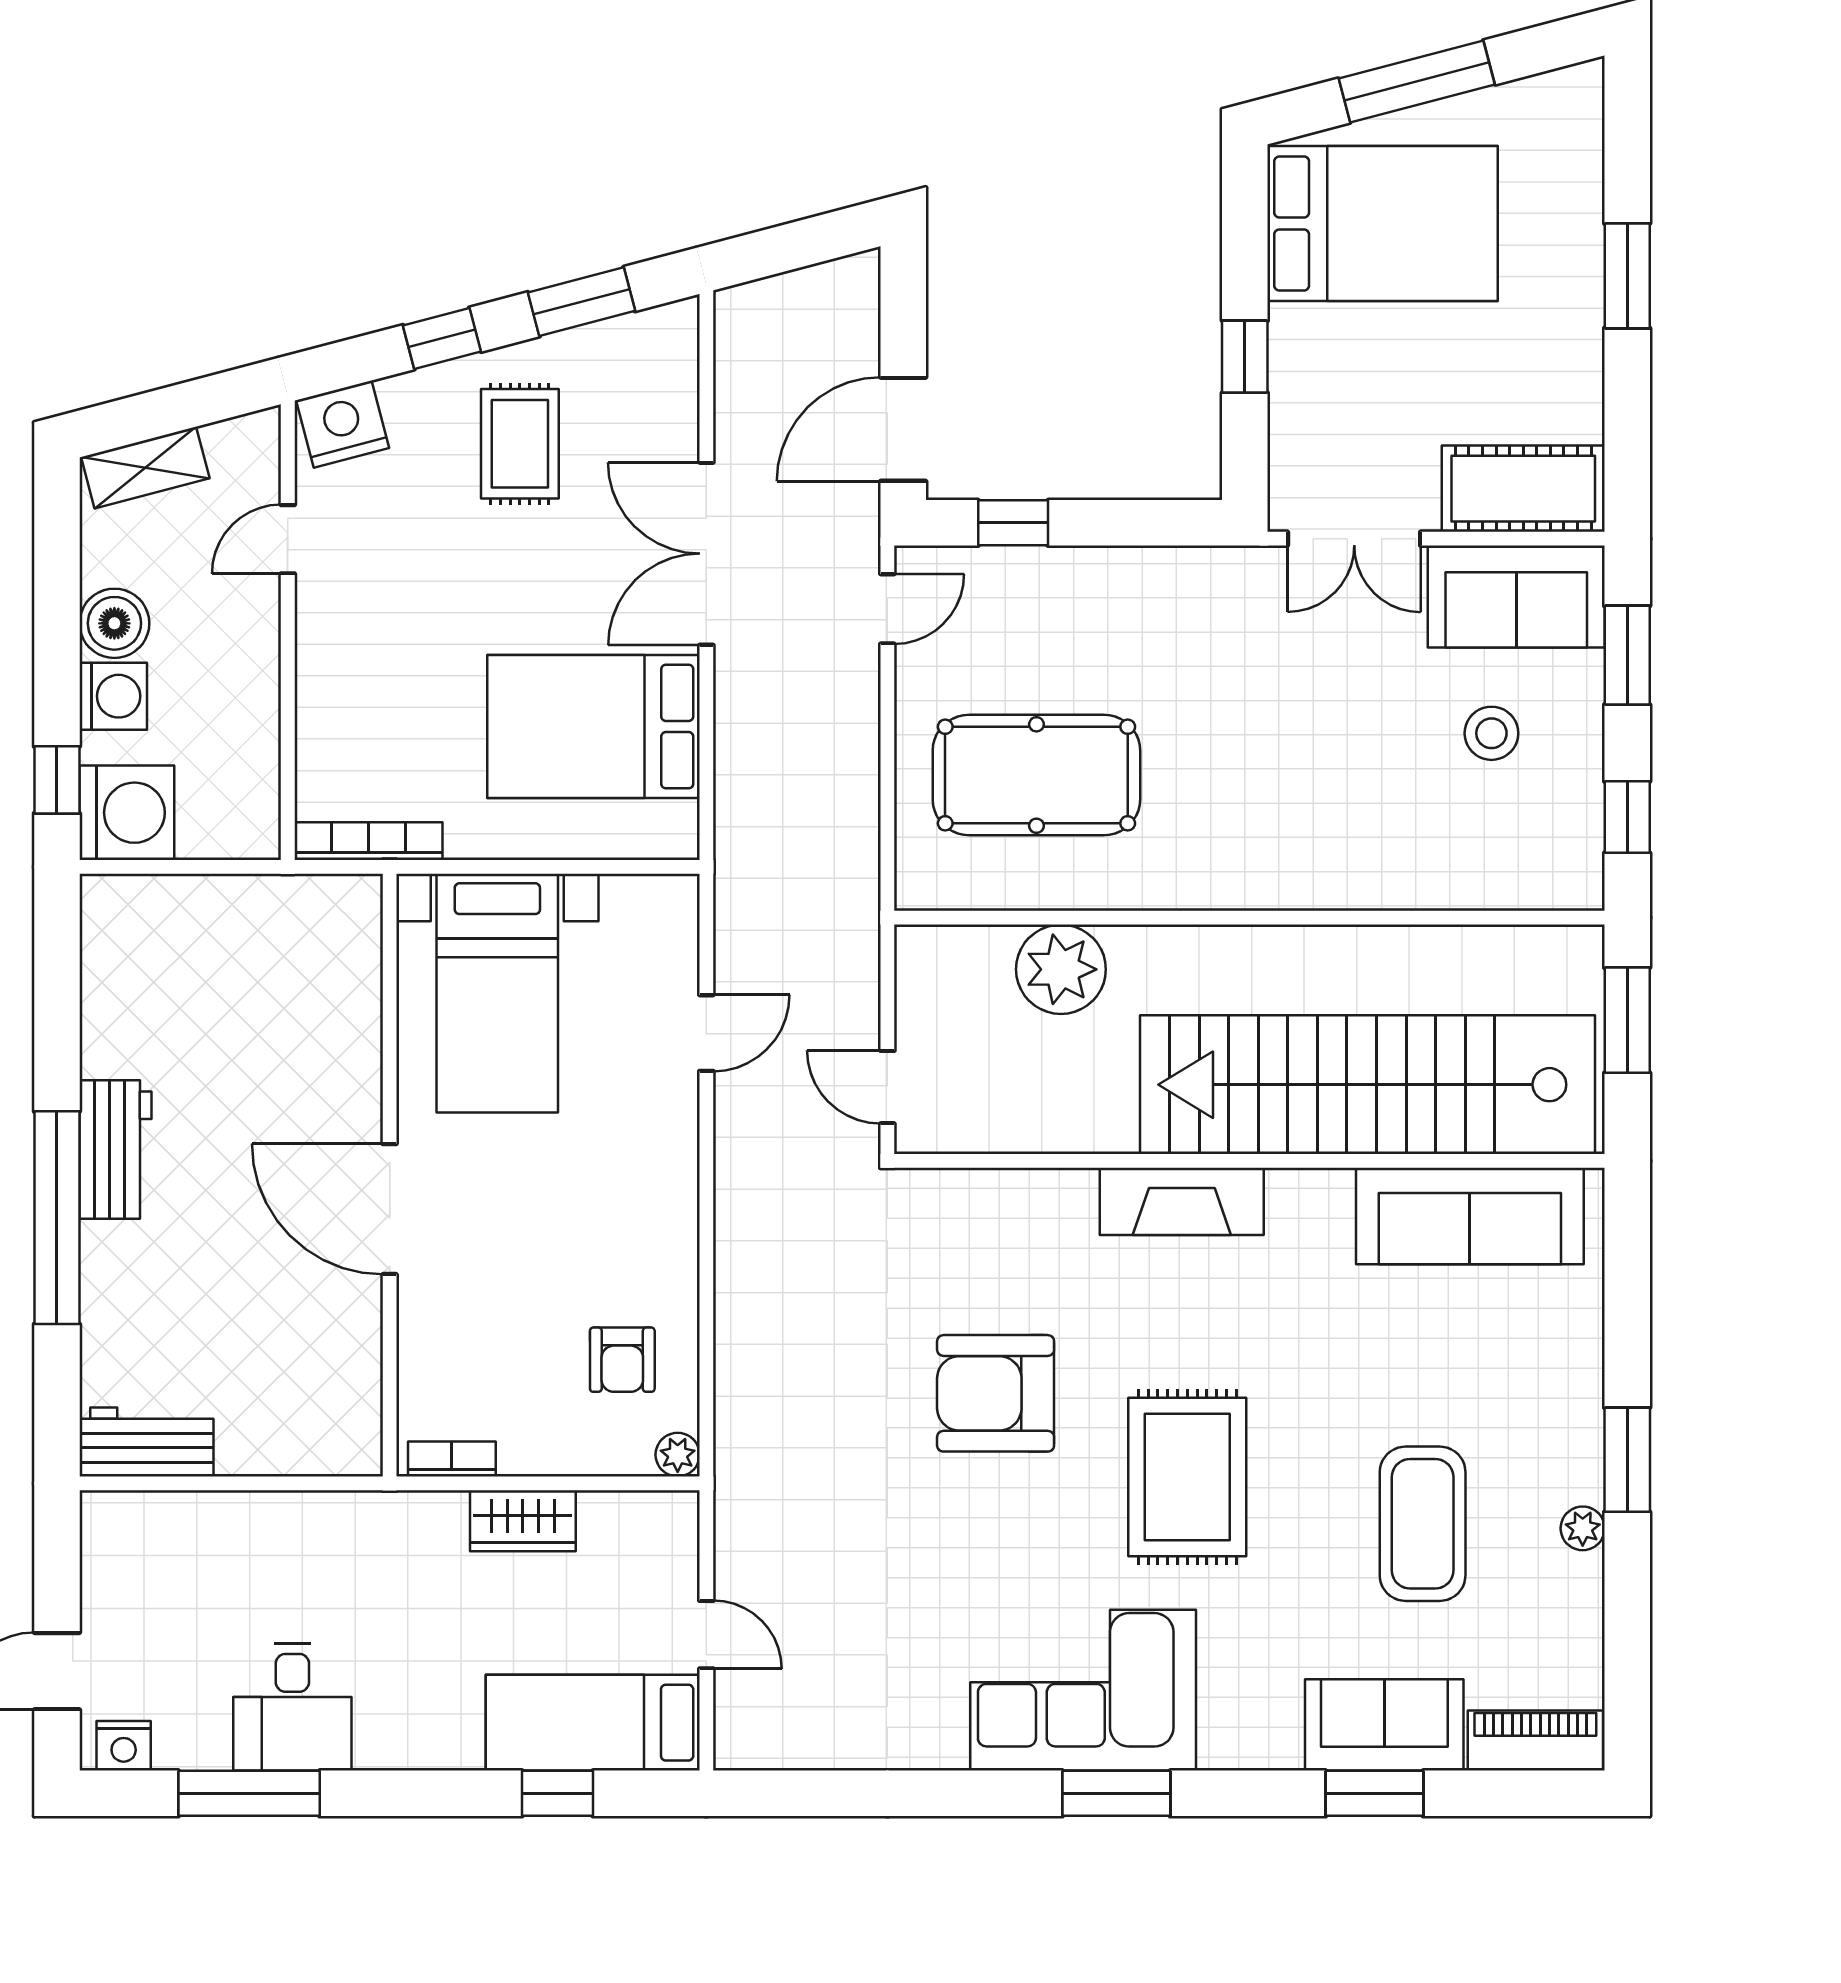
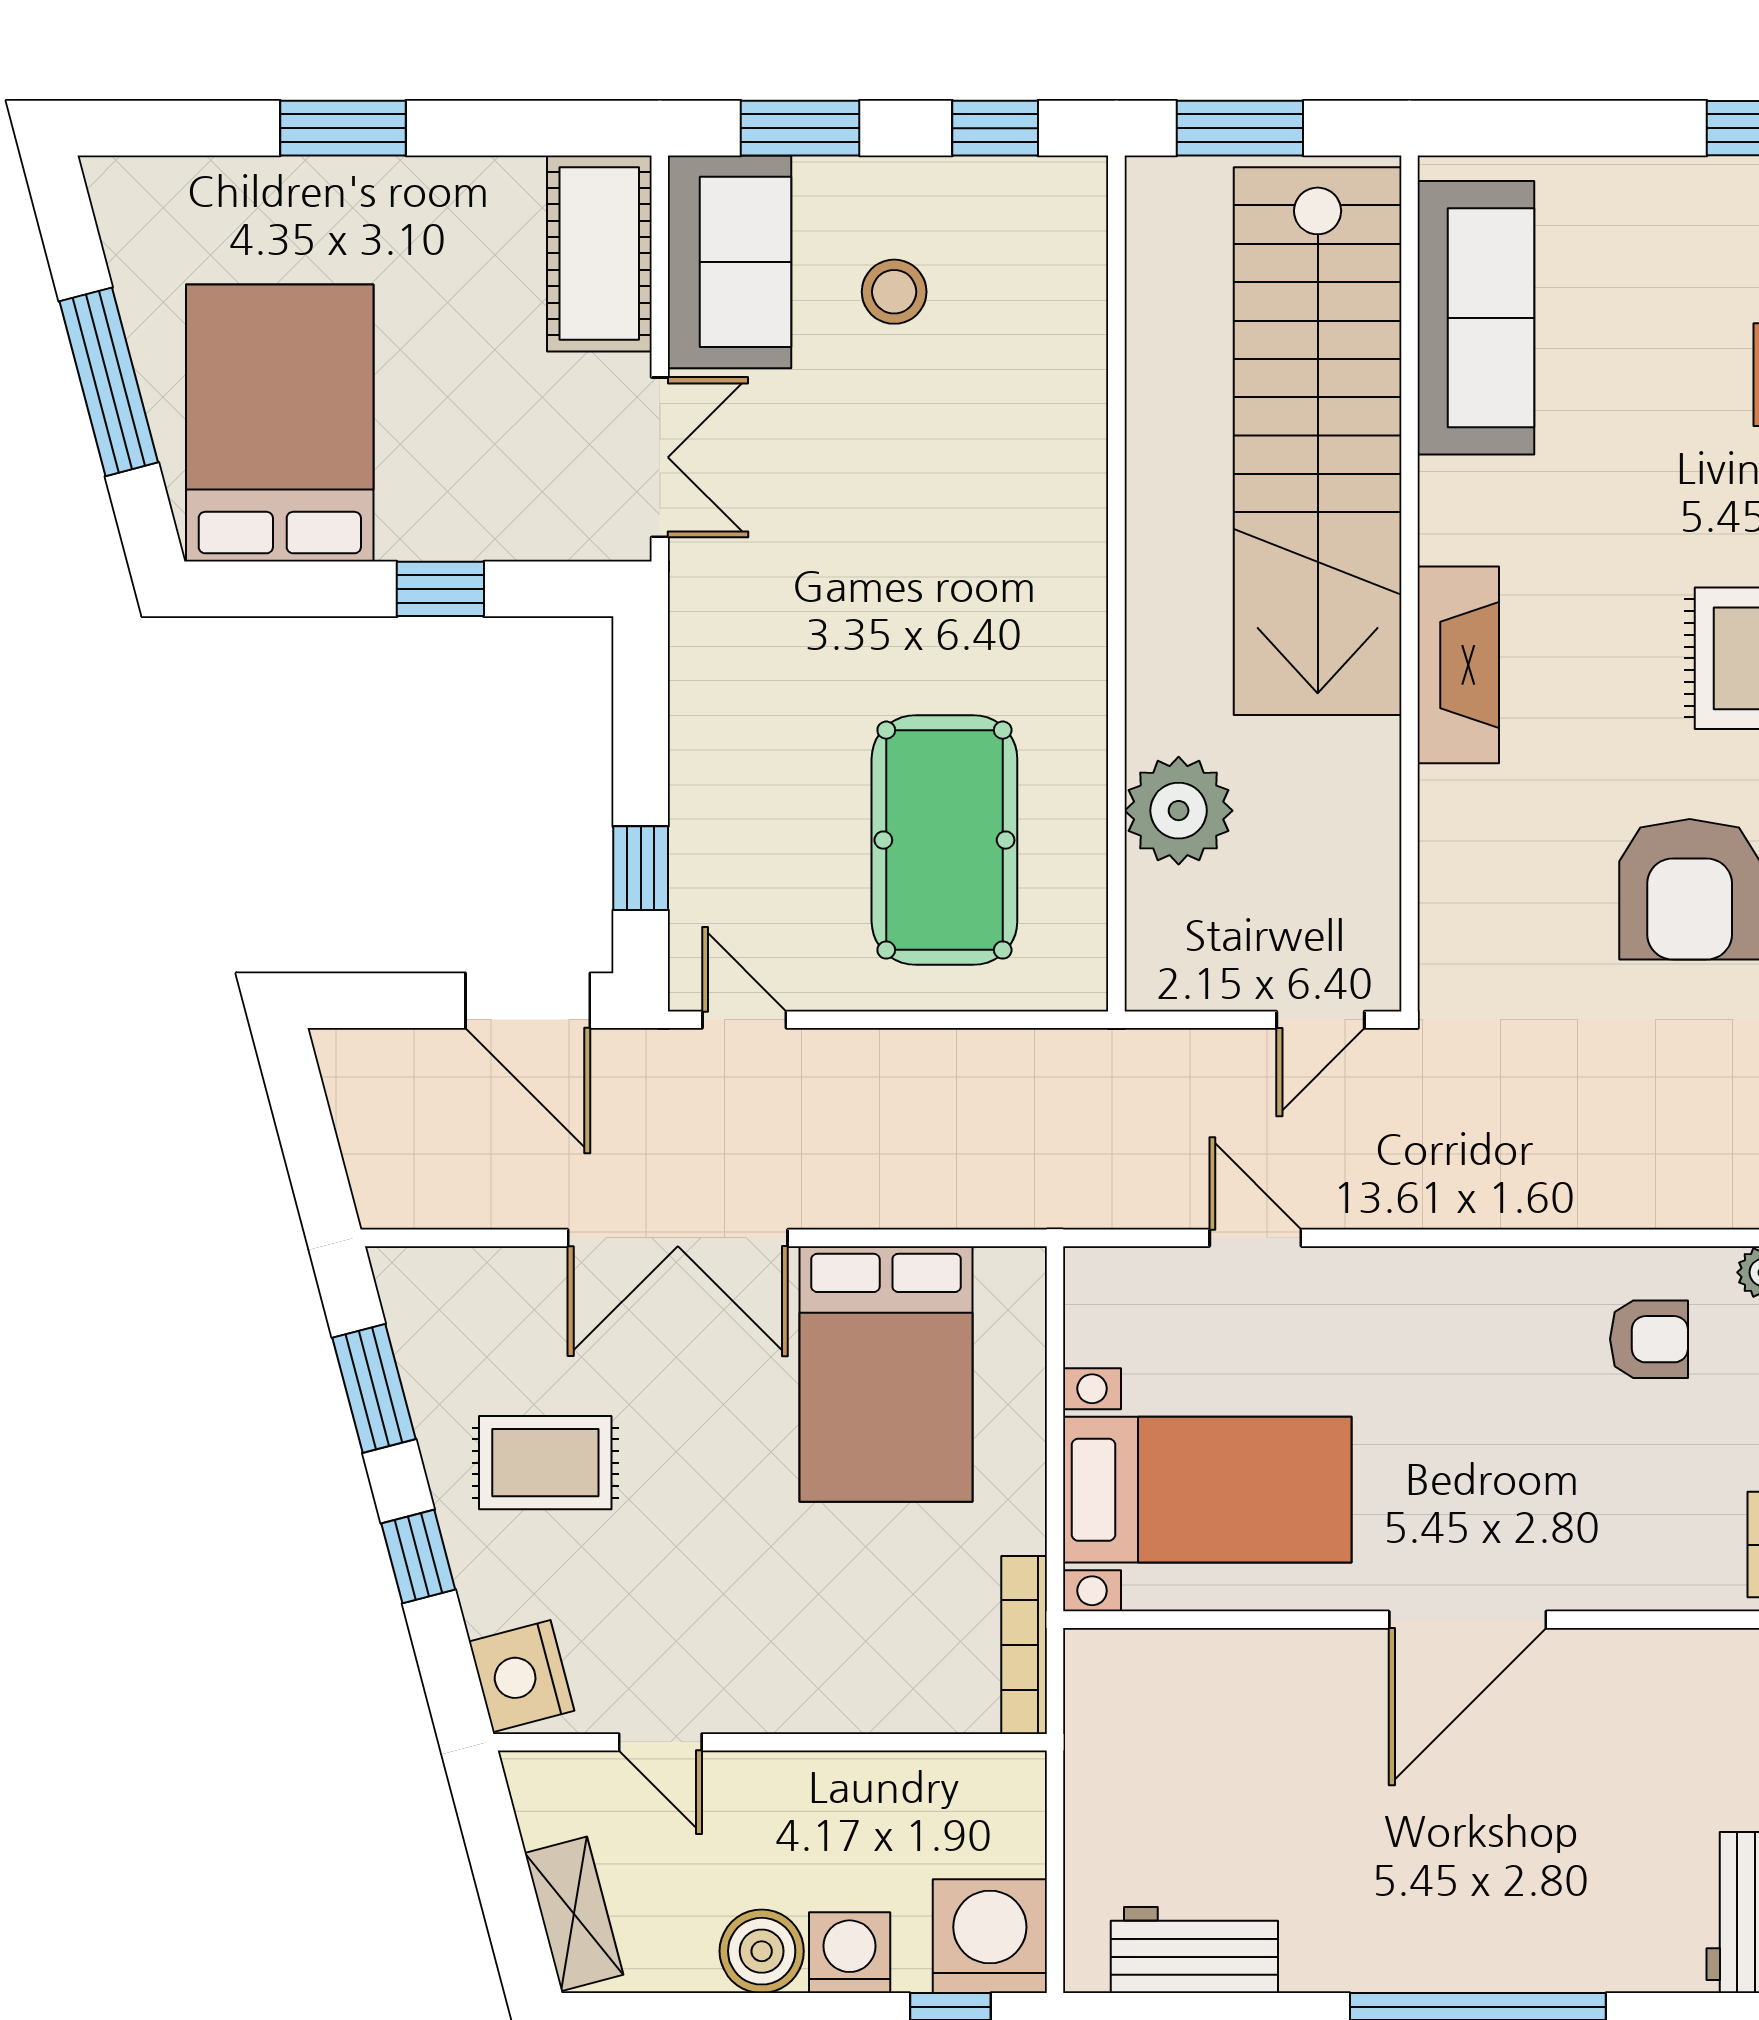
workbench: (115, 1150) -> (1194, 1950), moved

